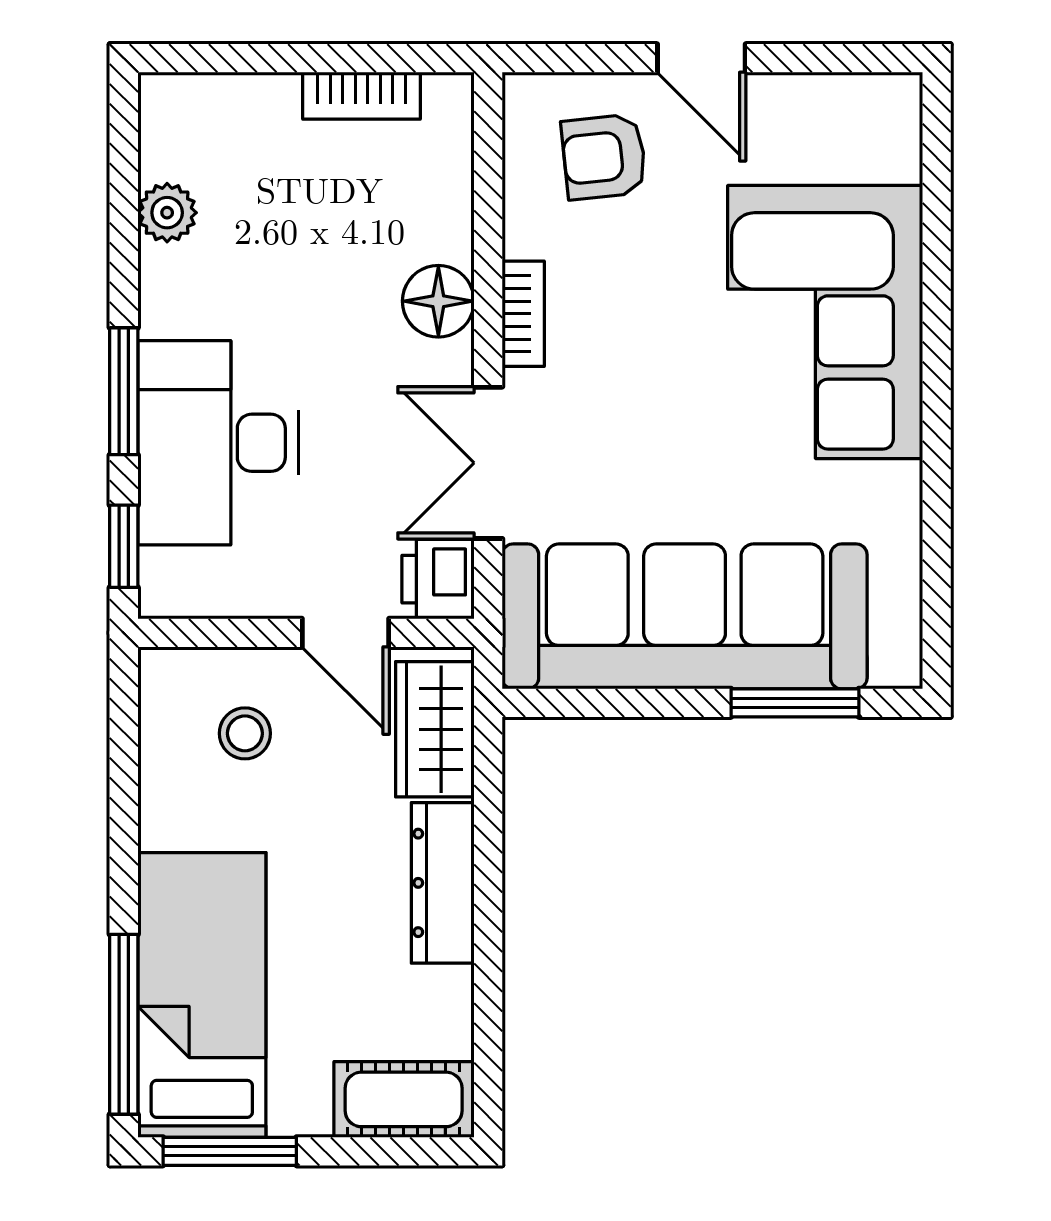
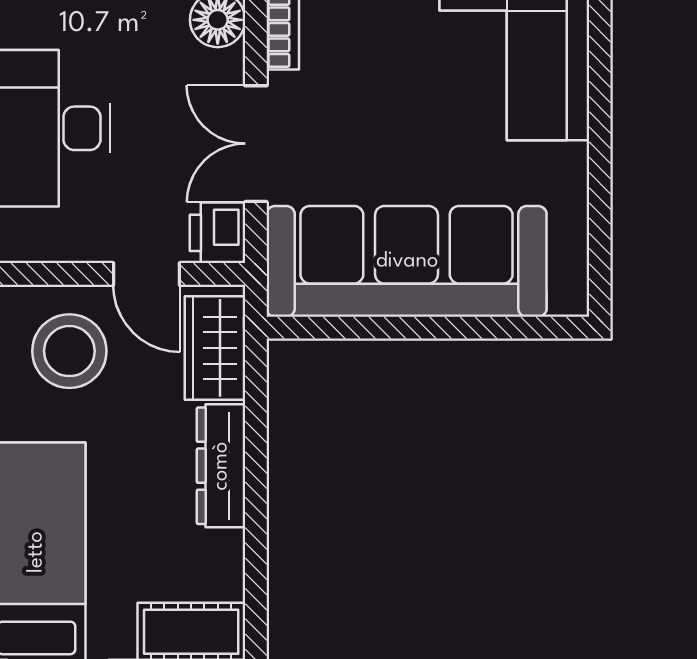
window: (795, 703) -> (491, 328), removed
stool: (245, 733) -> (69, 351), width x1.89, depth x1.89

